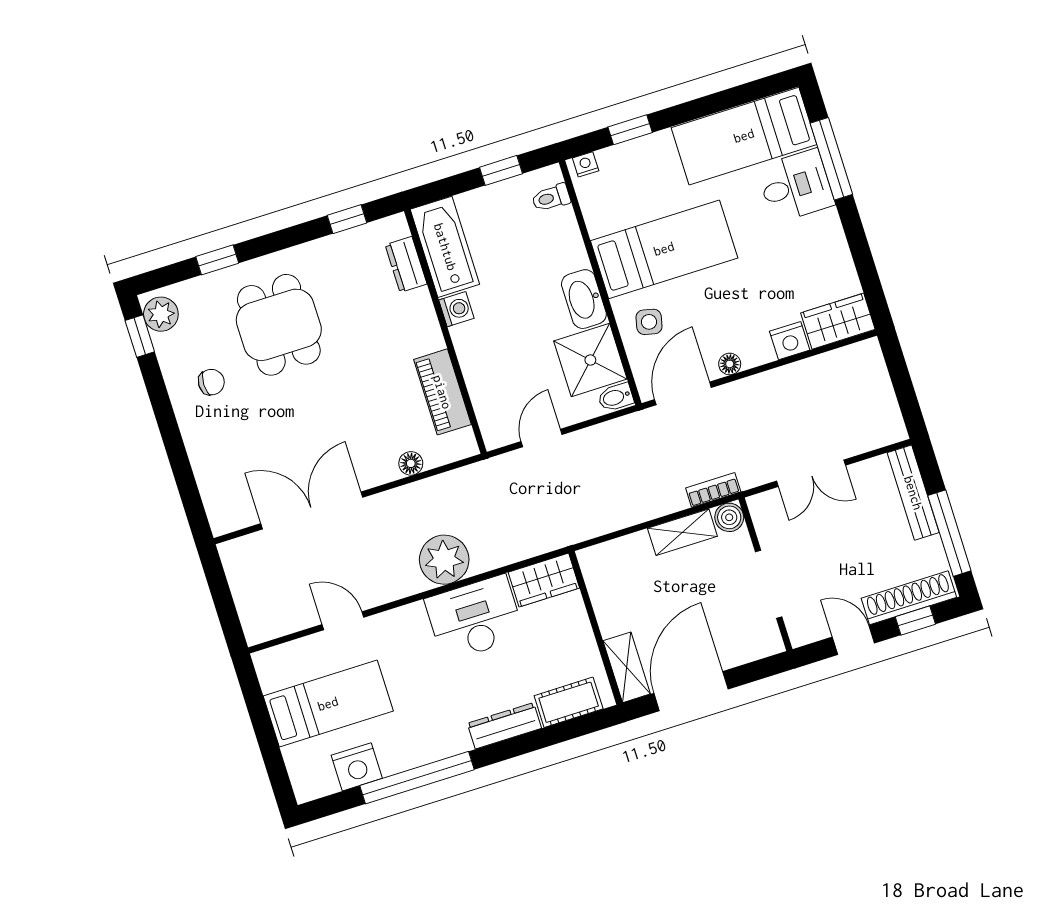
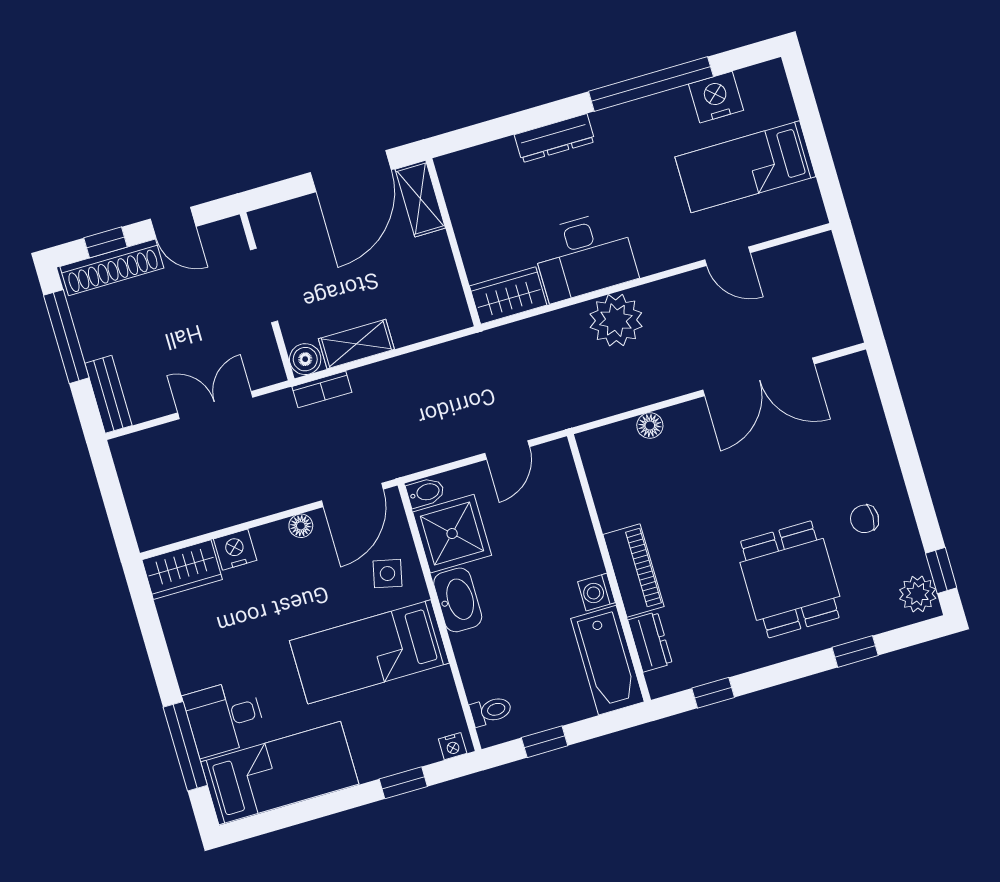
piano: (442, 392) -> (633, 570), moved
bench: (913, 493) -> (108, 394), width x0.73
cot: (569, 702) -> (484, 162), removed

